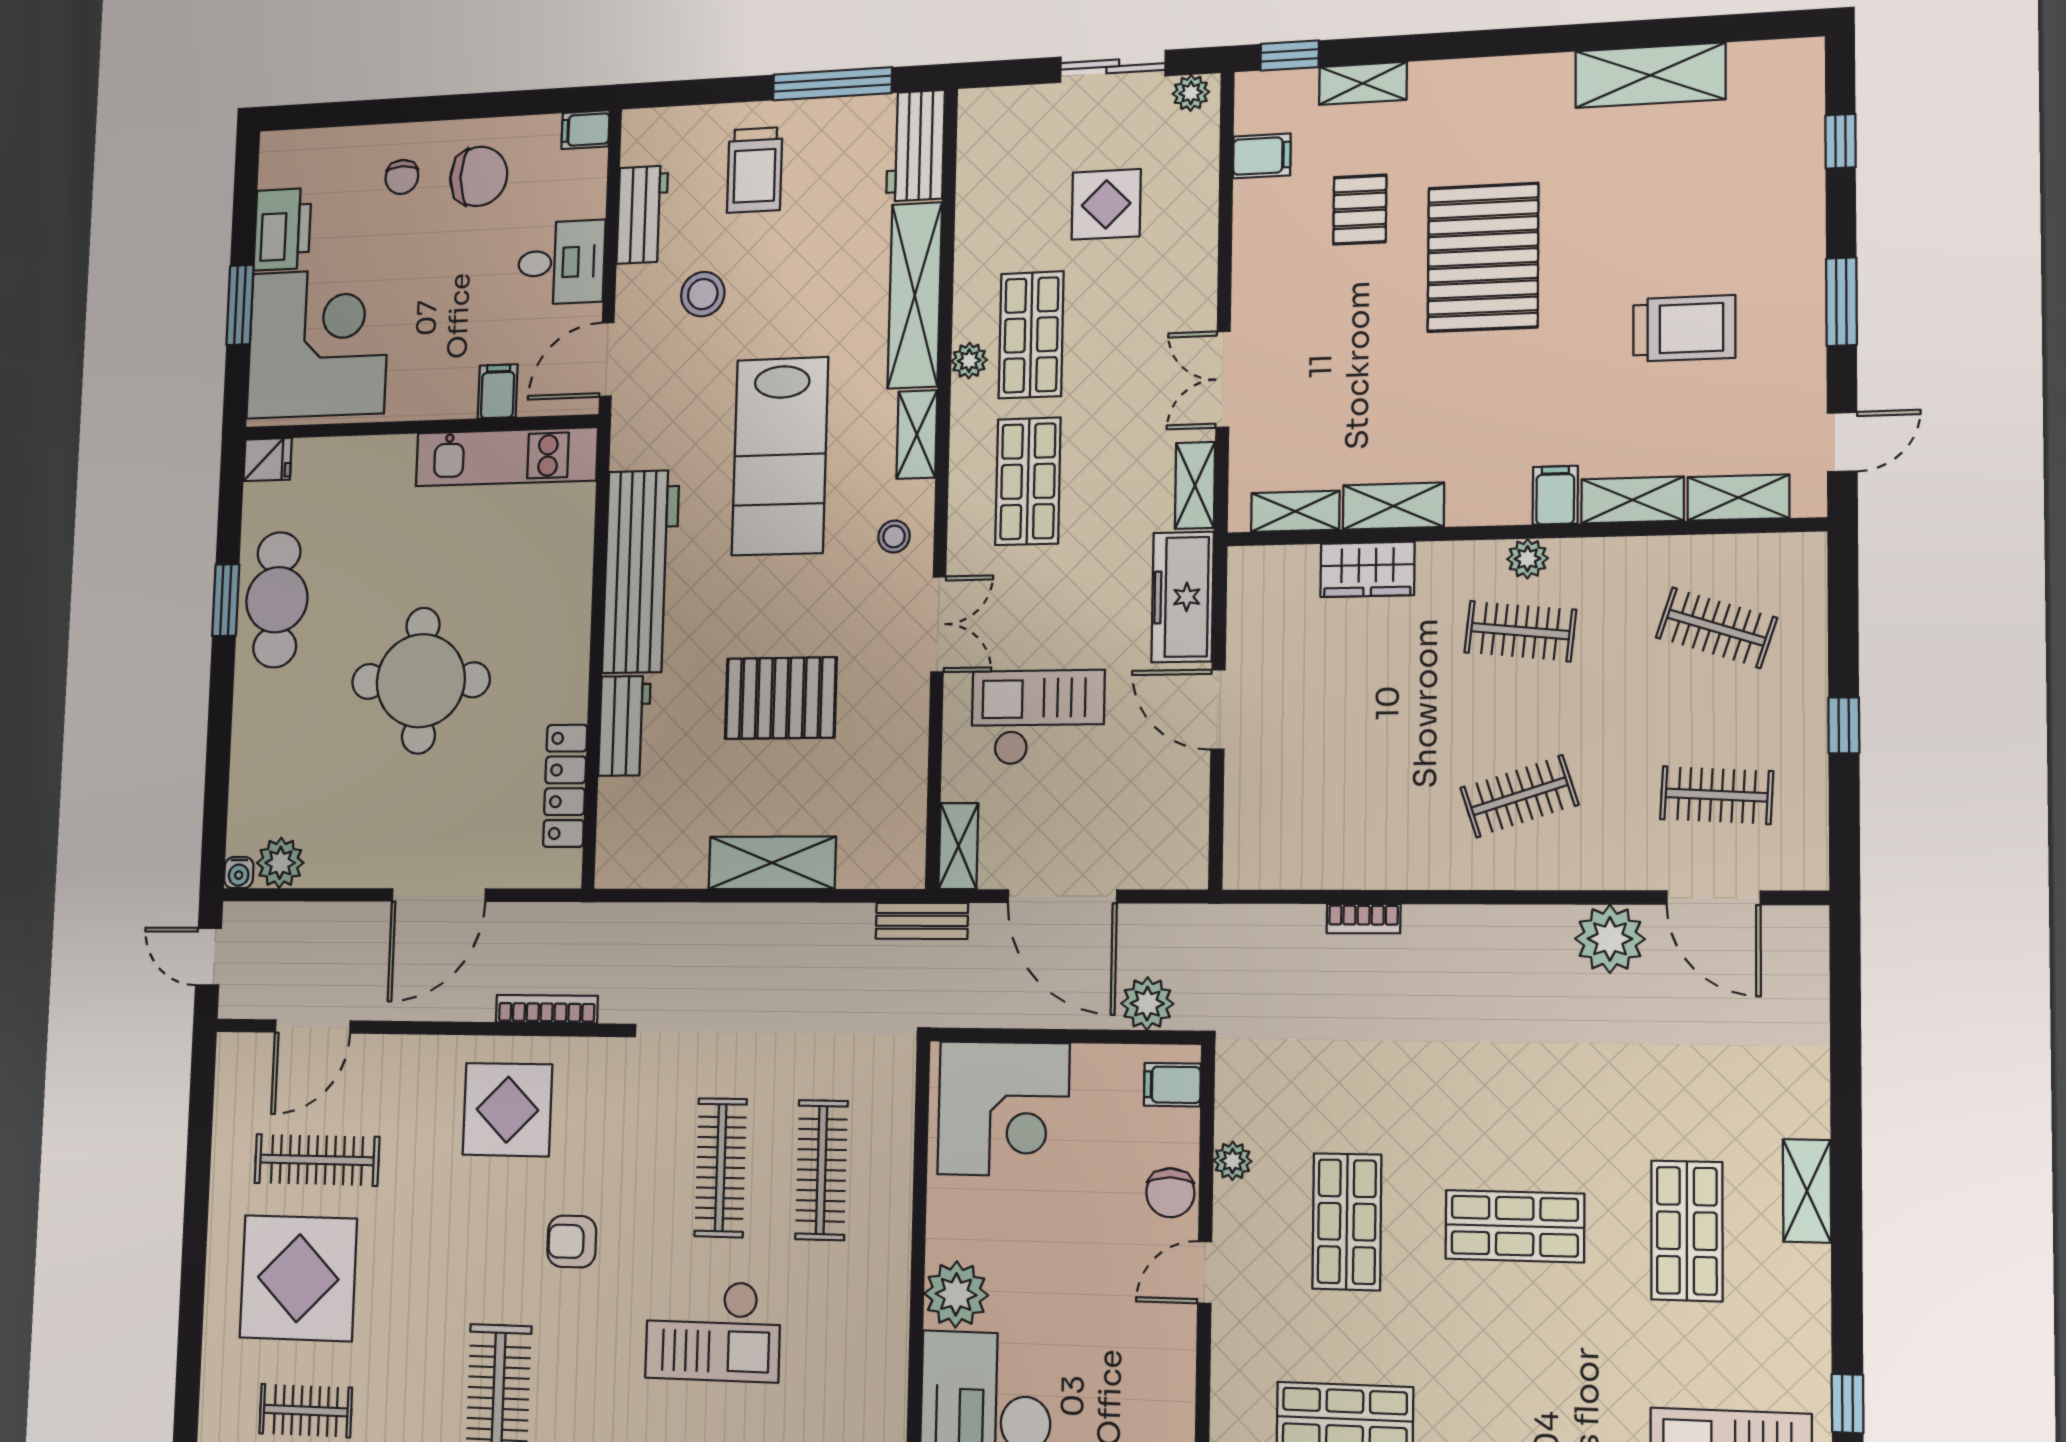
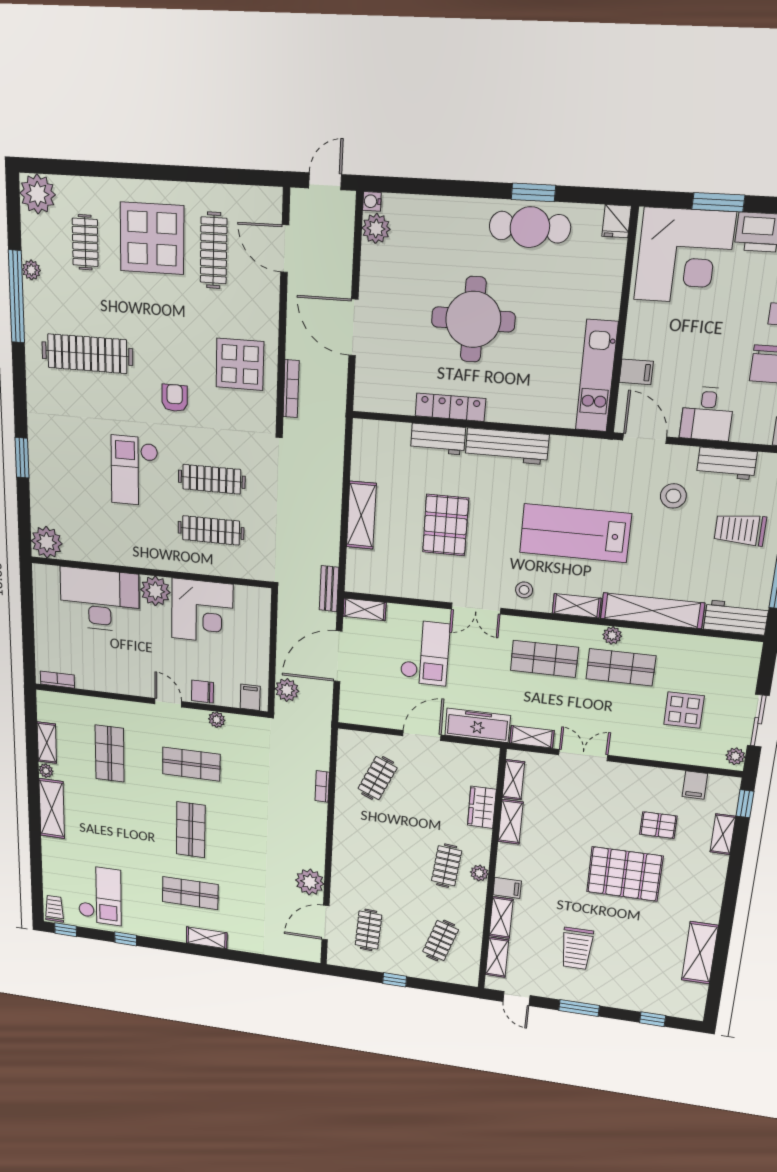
workbench: (641, 571) -> (507, 446), width x0.73, depth x0.76
locker: (565, 786) -> (450, 407), moved
clothes rail: (1519, 796) -> (377, 778), moved, turned 42
corner desk: (1003, 1109) -> (202, 611), moved, turned -90

